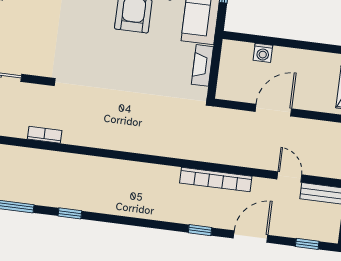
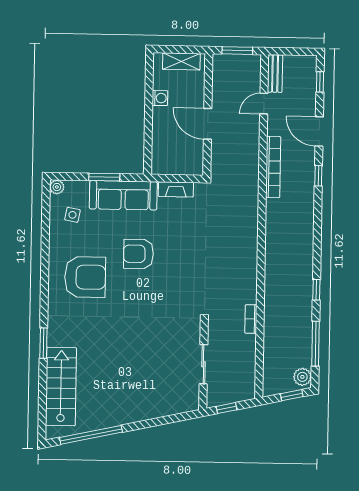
washing machine: (263, 53) -> (160, 98), moved

